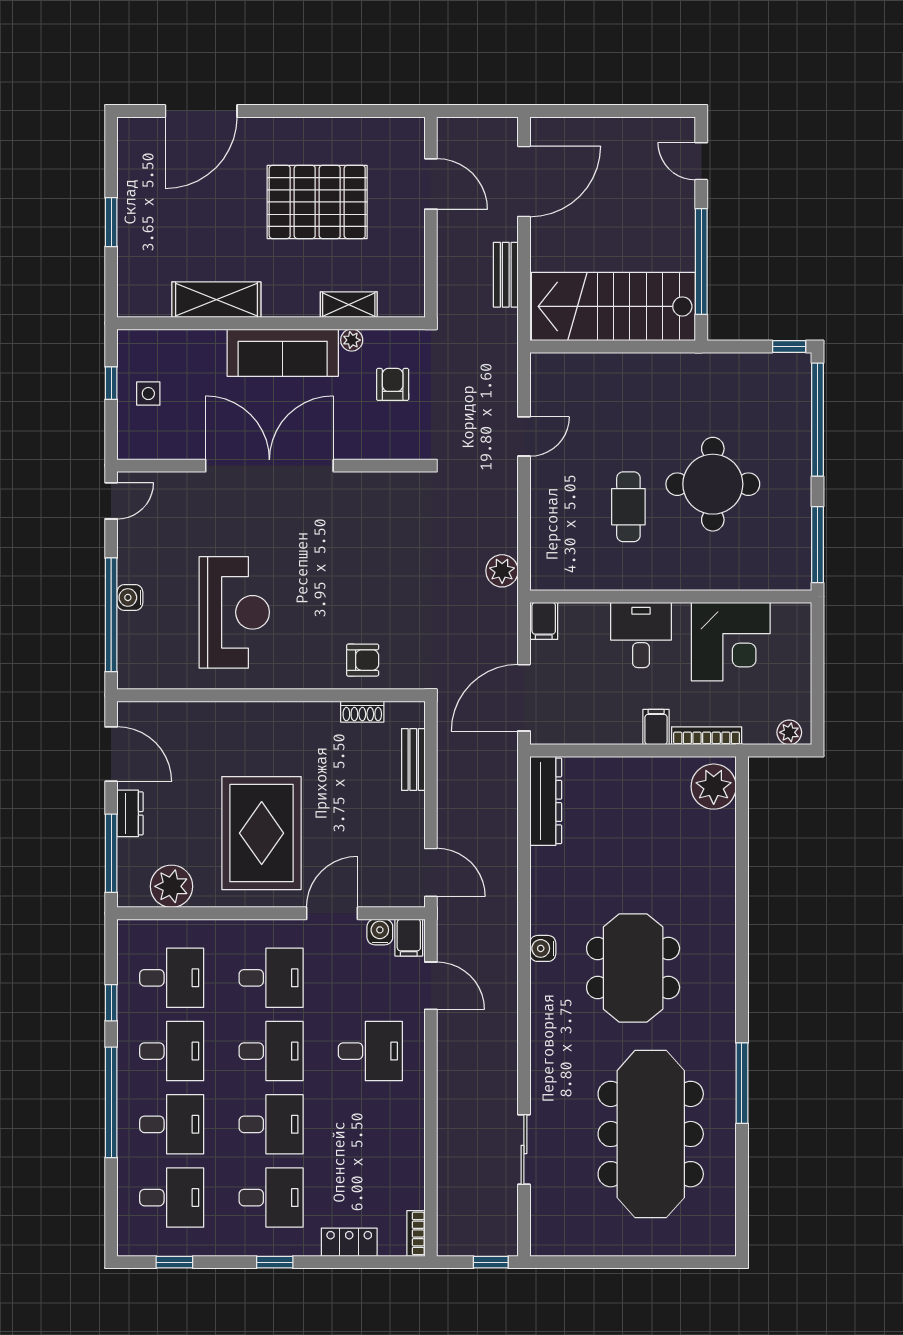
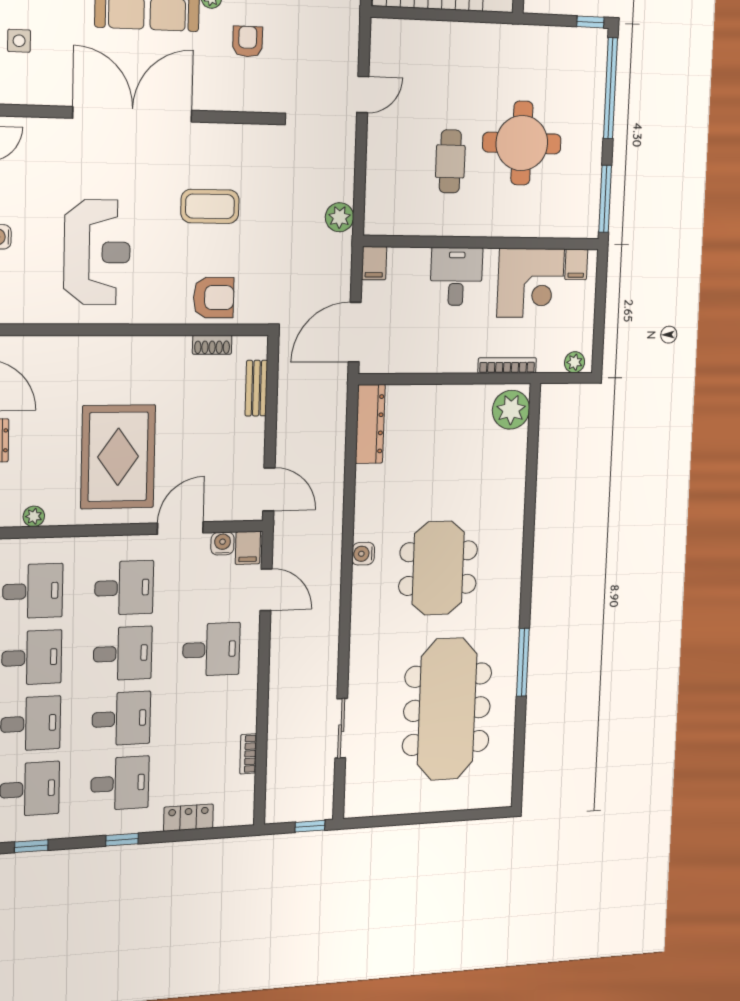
coffee table: (356, 562) -> (210, 206), added
armchair: (363, 660) -> (214, 298), width x1.38, depth x1.38
filing cabinet: (656, 727) -> (576, 264), moved, turned 180
plant: (171, 886) -> (34, 516), width x0.53, depth x0.53
bookcase: (416, 1233) -> (248, 754), moved

